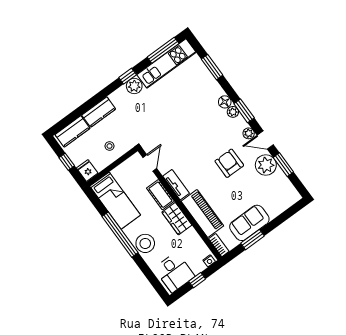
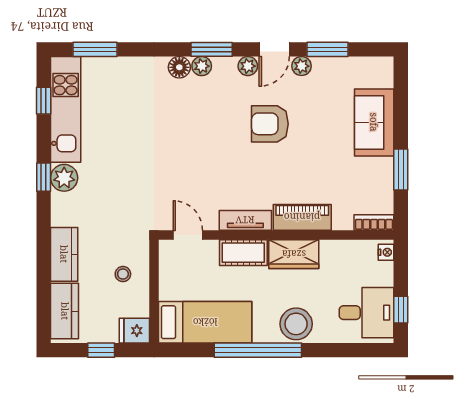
window: (163, 50) -> (44, 101), width x0.46
window: (212, 67) -> (95, 49), moved
plant: (266, 165) -> (302, 66), width x0.53, depth x0.53
piano: (202, 214) -> (302, 217), width x0.73, depth x0.75
sofa: (249, 223) -> (374, 122), moved
window: (197, 280) -> (401, 310), moved

